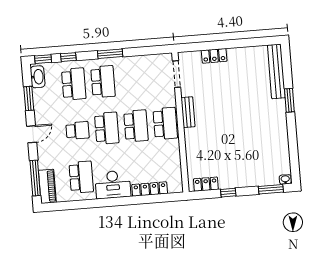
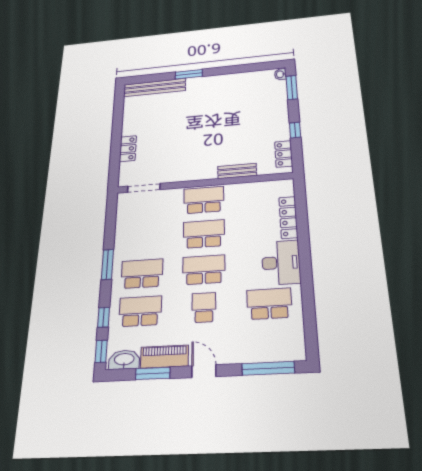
bench: (188, 112) -> (237, 171), moved
piano: (47, 186) -> (164, 357), moved

